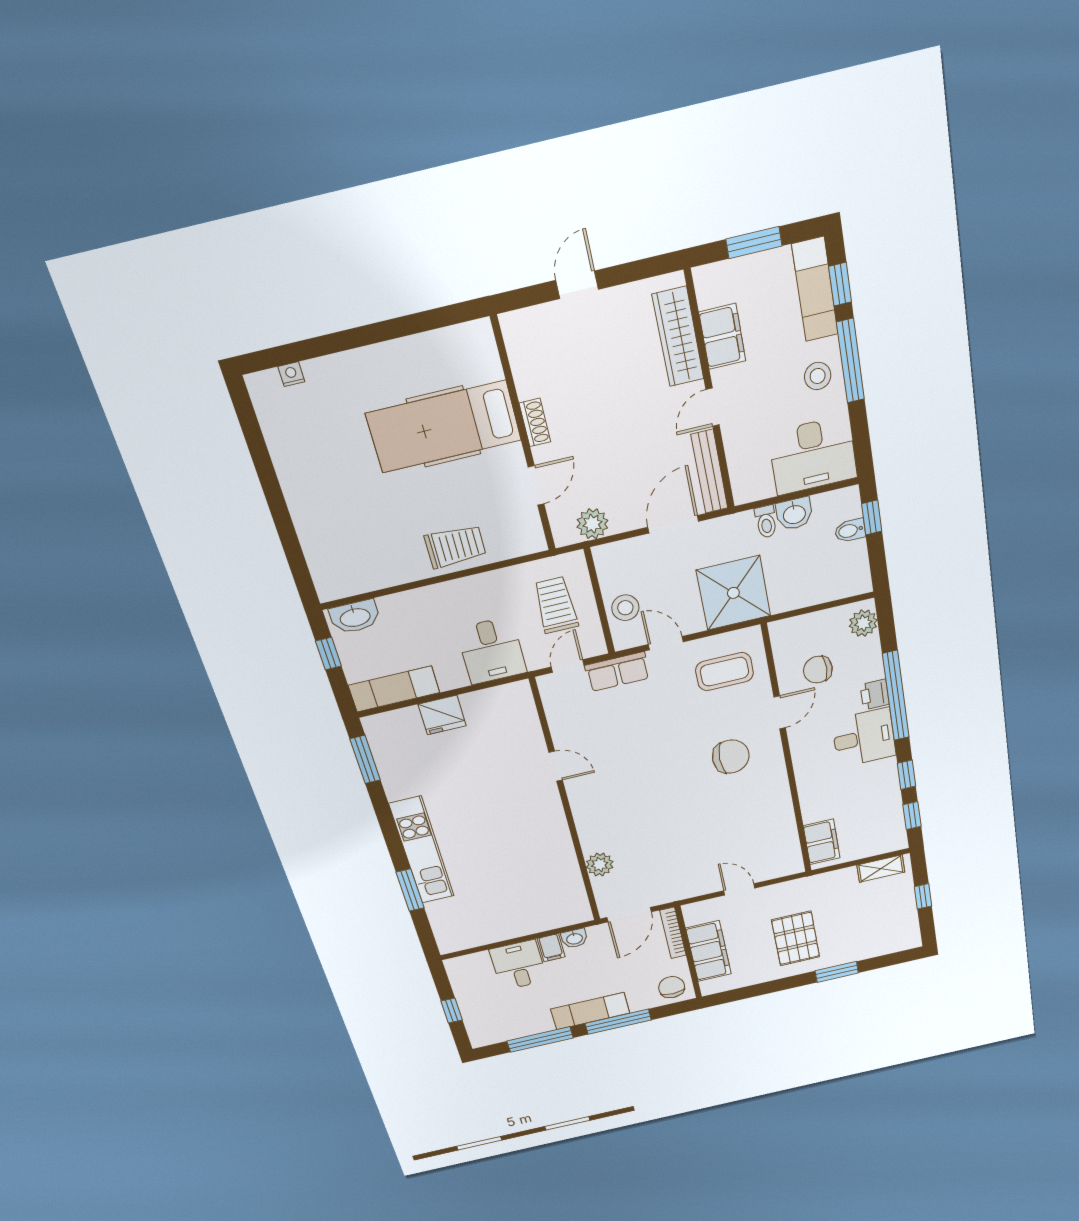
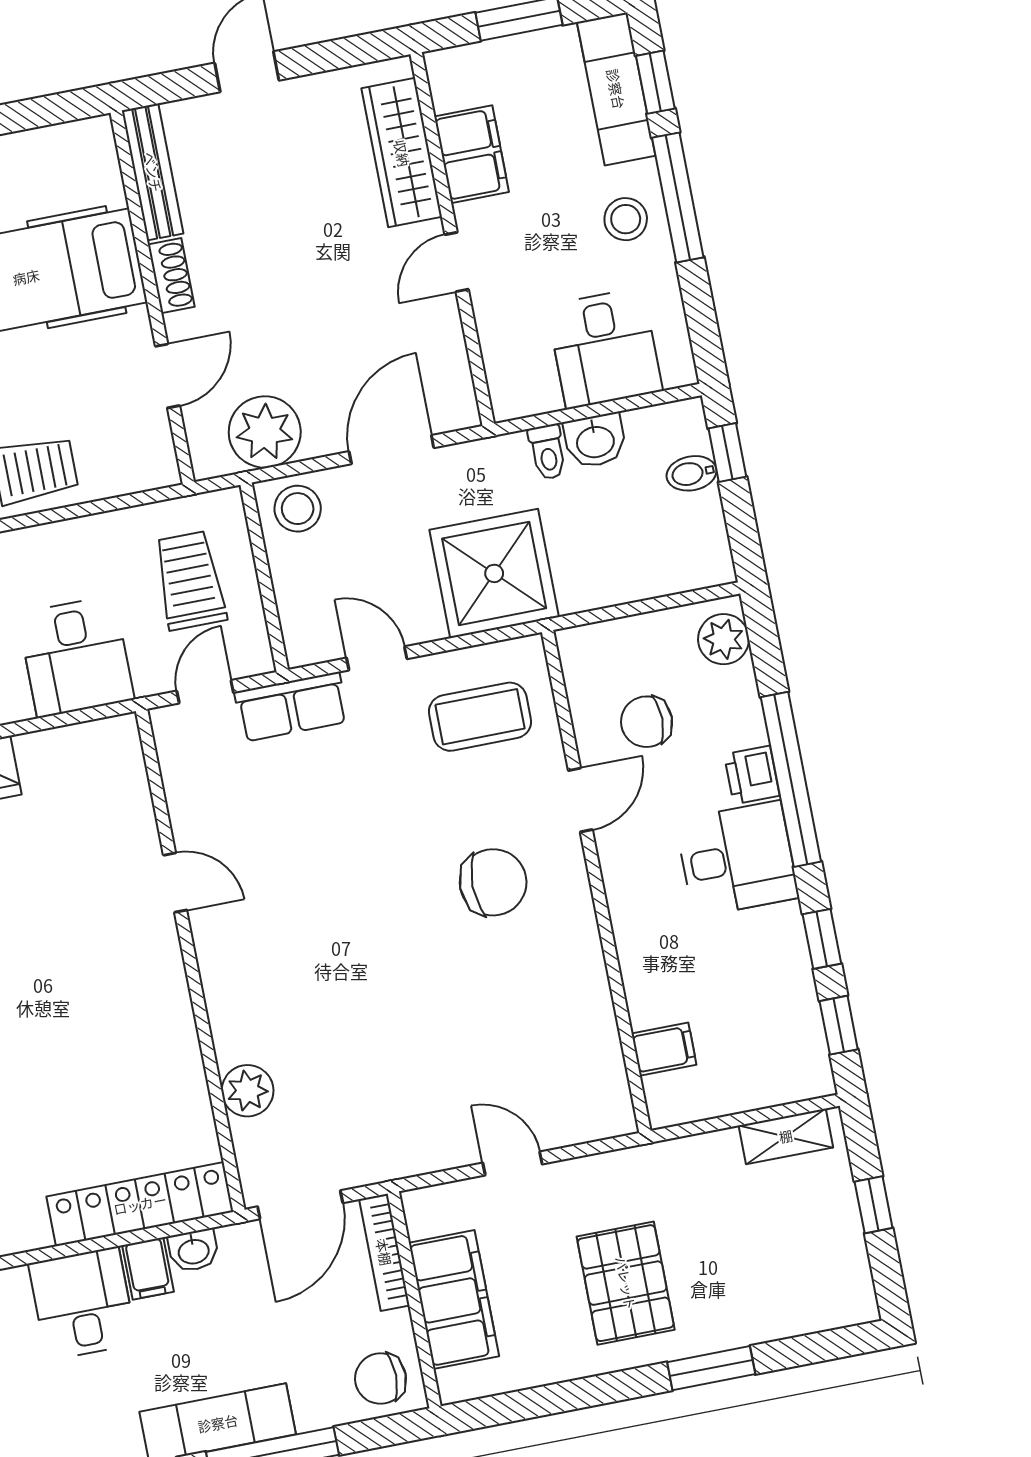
desk: (813, 455) -> (605, 348), width x0.73
bench: (709, 471) -> (153, 172), moved
plant: (592, 524) -> (265, 432), width x1.36, depth x1.36
stool: (625, 608) -> (298, 509), moved
filing cabinet: (822, 842) -> (664, 1049), width x0.50
locker: (545, 920) -> (140, 1204), added
chair: (672, 987) -> (381, 1379), turned -90

